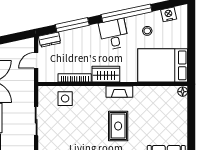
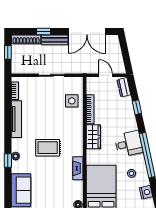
window: (72, 25) -> (137, 107), width x0.46
fireplace: (119, 92) -> (78, 168), moved

